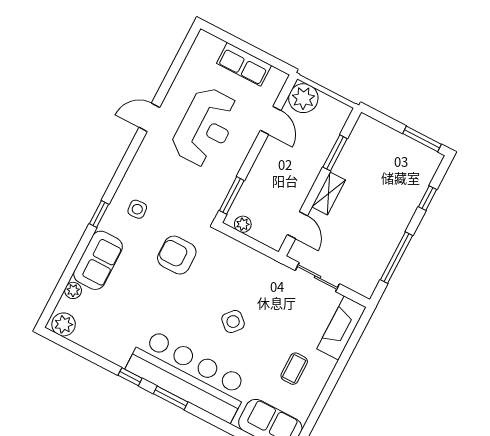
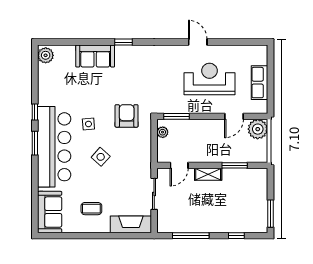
reception desk: (205, 127) -> (209, 79), turned 180
side table: (137, 209) -> (88, 124), moved
armchair: (177, 255) -> (127, 116), moved
plant: (73, 290) -> (69, 50), removed

